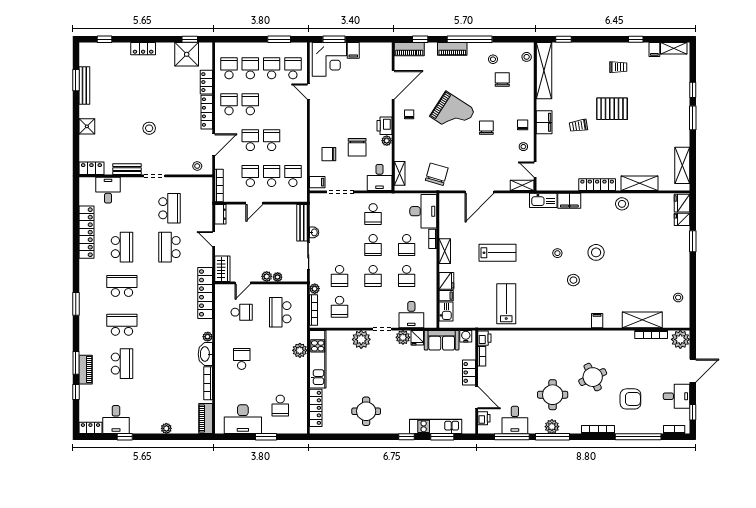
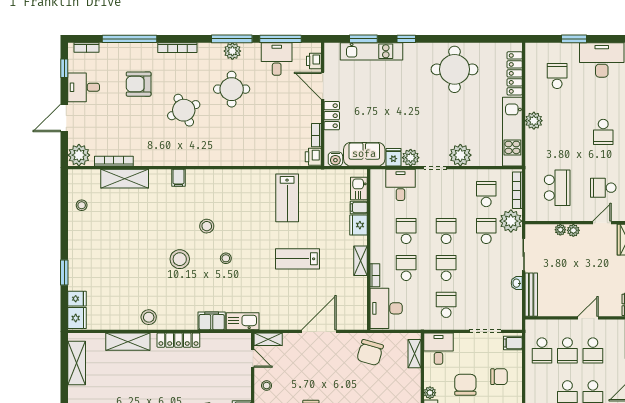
plant: (315, 289) -> (511, 221), width x1.87, depth x1.87
plant: (300, 350) -> (534, 121), moved
round table: (366, 411) -> (455, 69), width x1.36, depth x1.36

